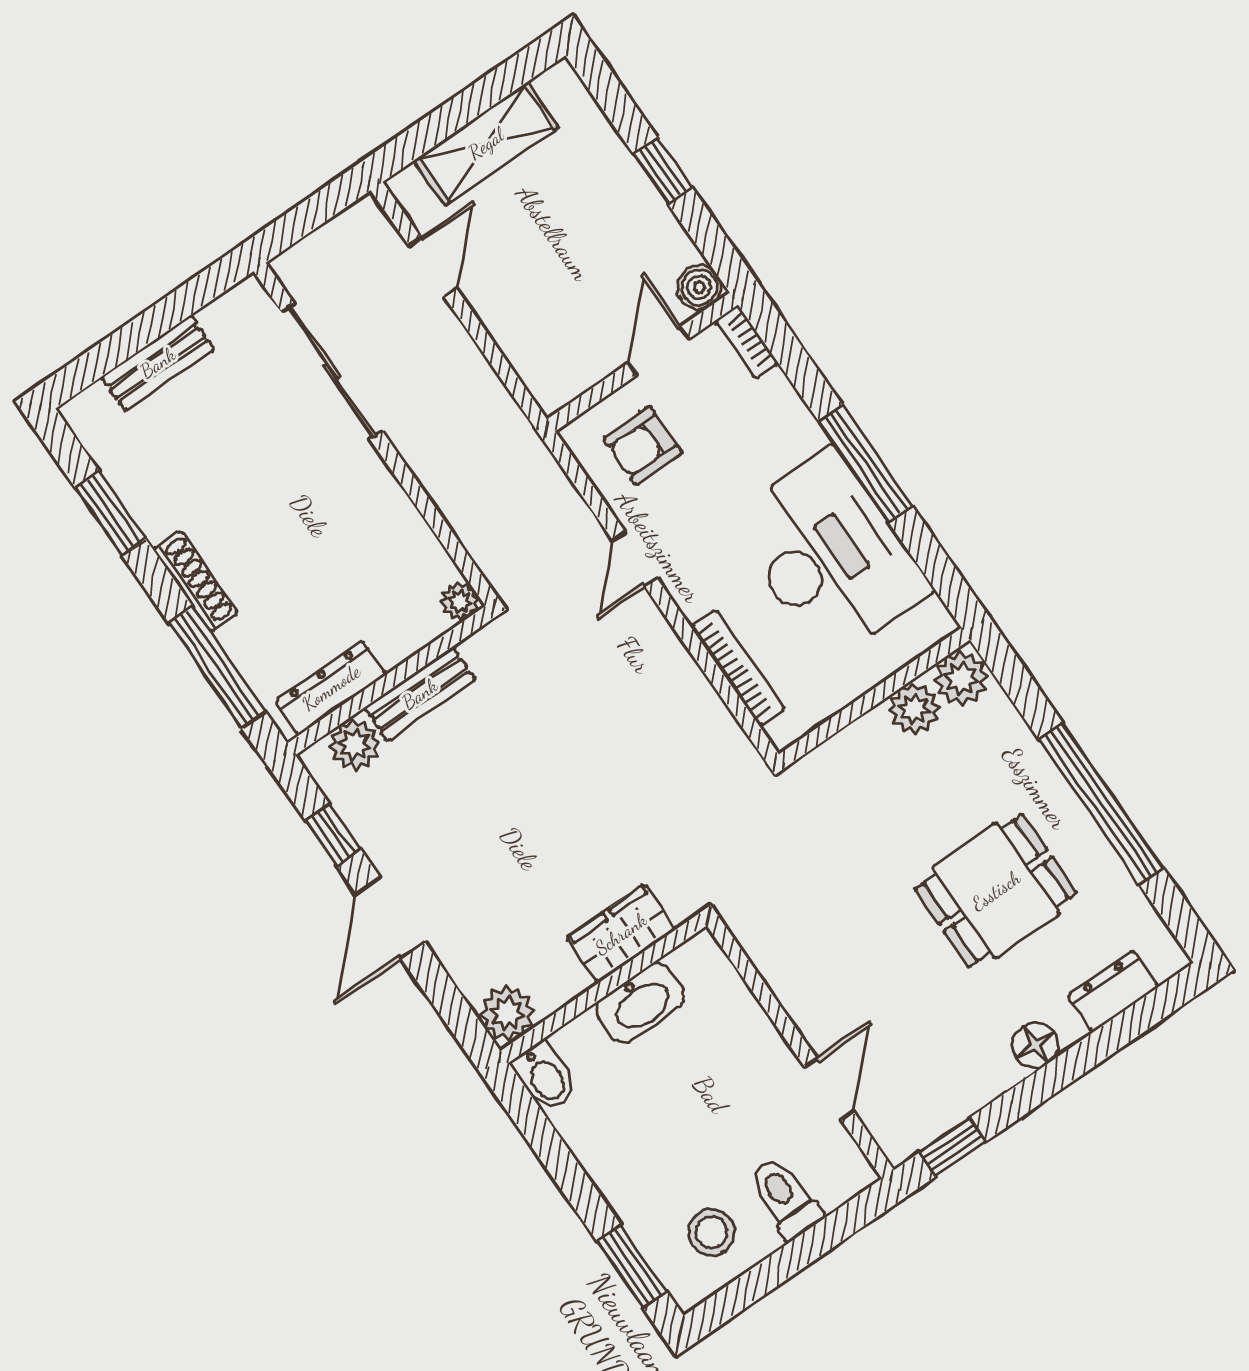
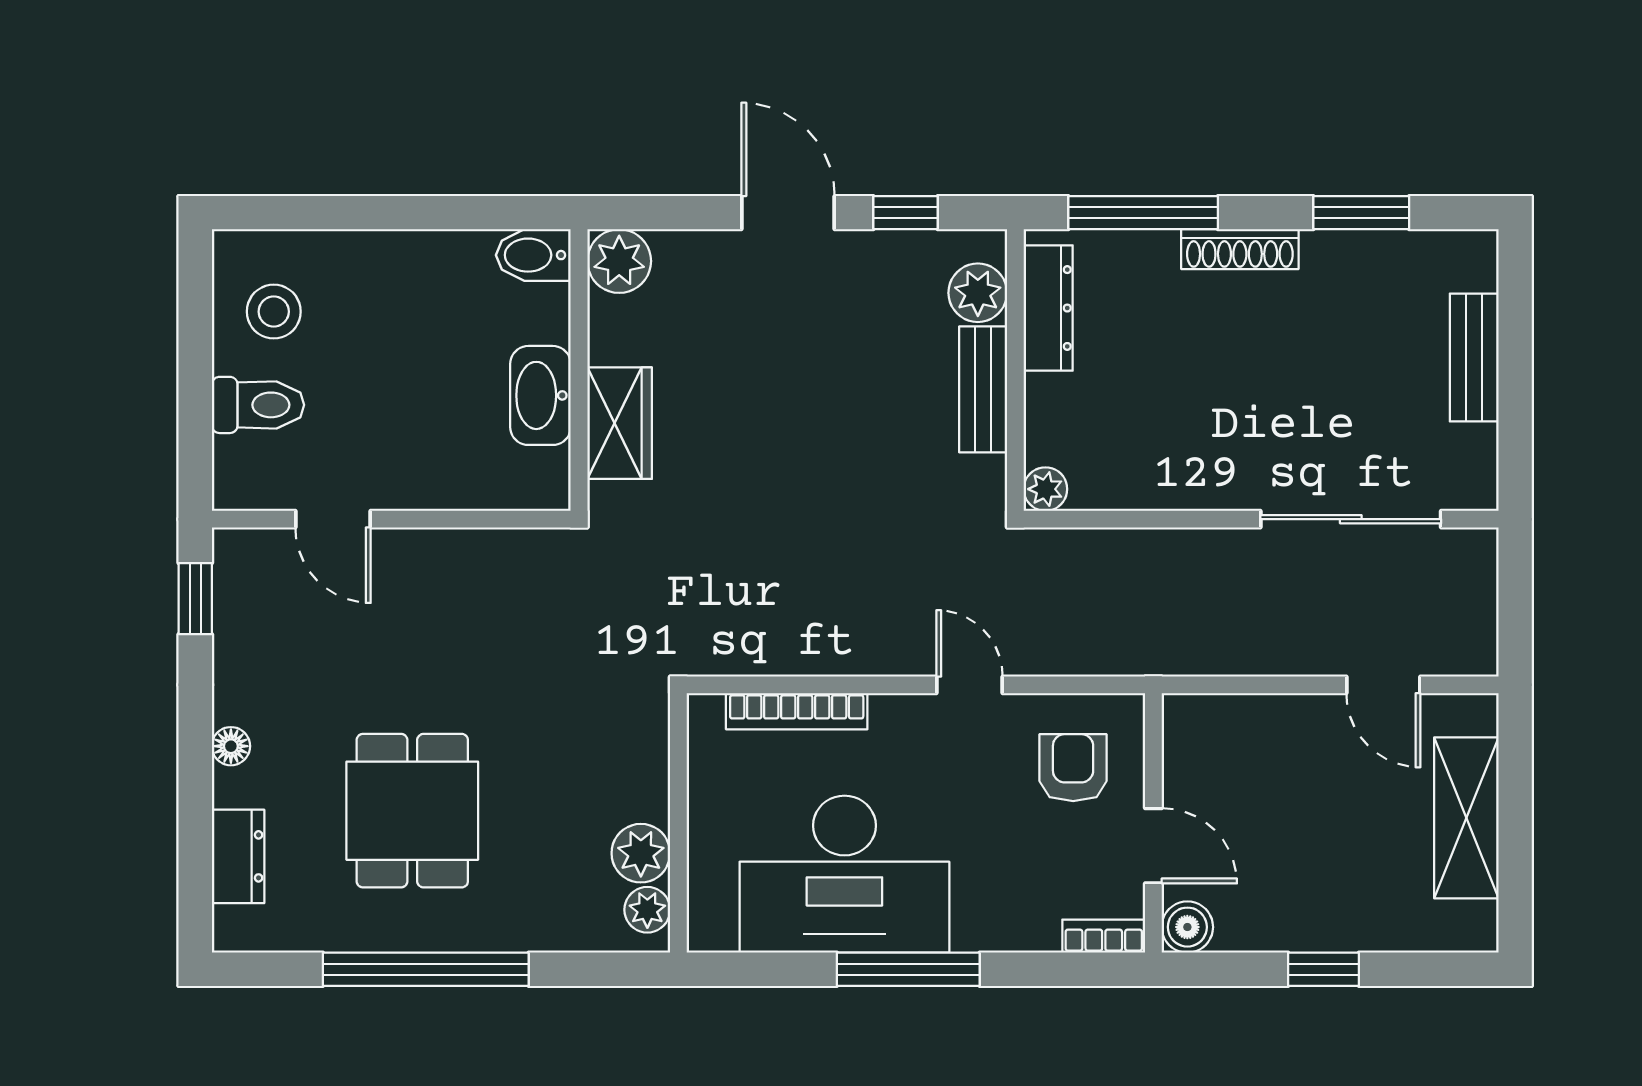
plant: (961, 678) -> (647, 910), width x0.73, depth x0.73
floor lamp: (1035, 1045) -> (231, 746), width x0.73, depth x0.73
window: (632, 1267) -> (293, 213), removed

